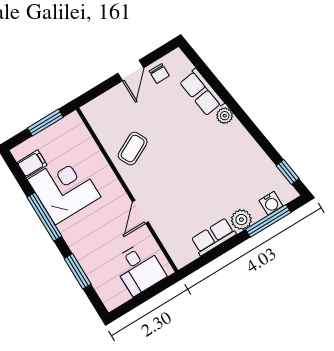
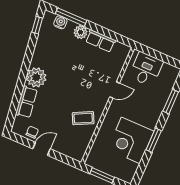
plant: (225, 116) -> (36, 77), width x1.88, depth x1.88
filing cabinet: (32, 164) -> (130, 167), removed
window: (44, 217) -> (154, 140), width x0.69

